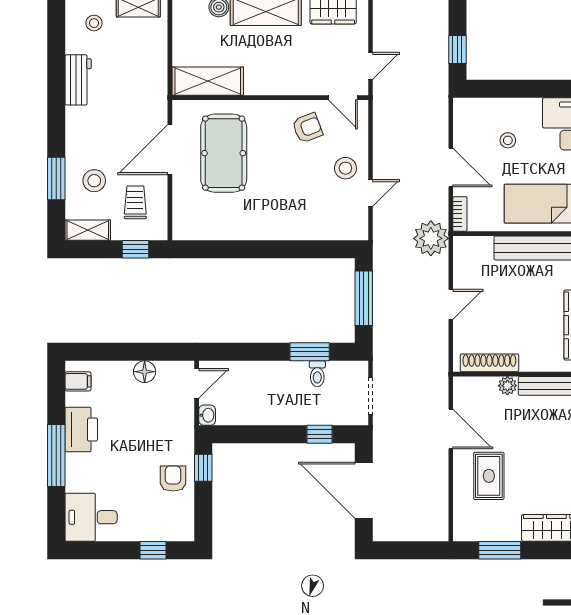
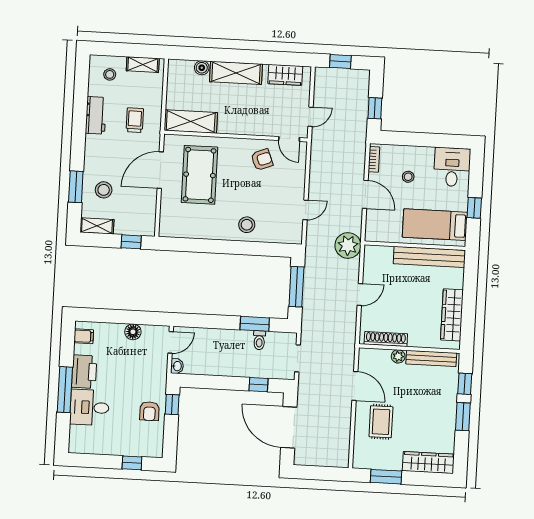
stool: (345, 168) -> (247, 225), moved
trolley: (135, 202) -> (135, 120), moved
bookcase: (460, 214) -> (374, 159), moved
armchair: (173, 479) -> (149, 411), turned 180
desk: (91, 517) -> (90, 407), moved

